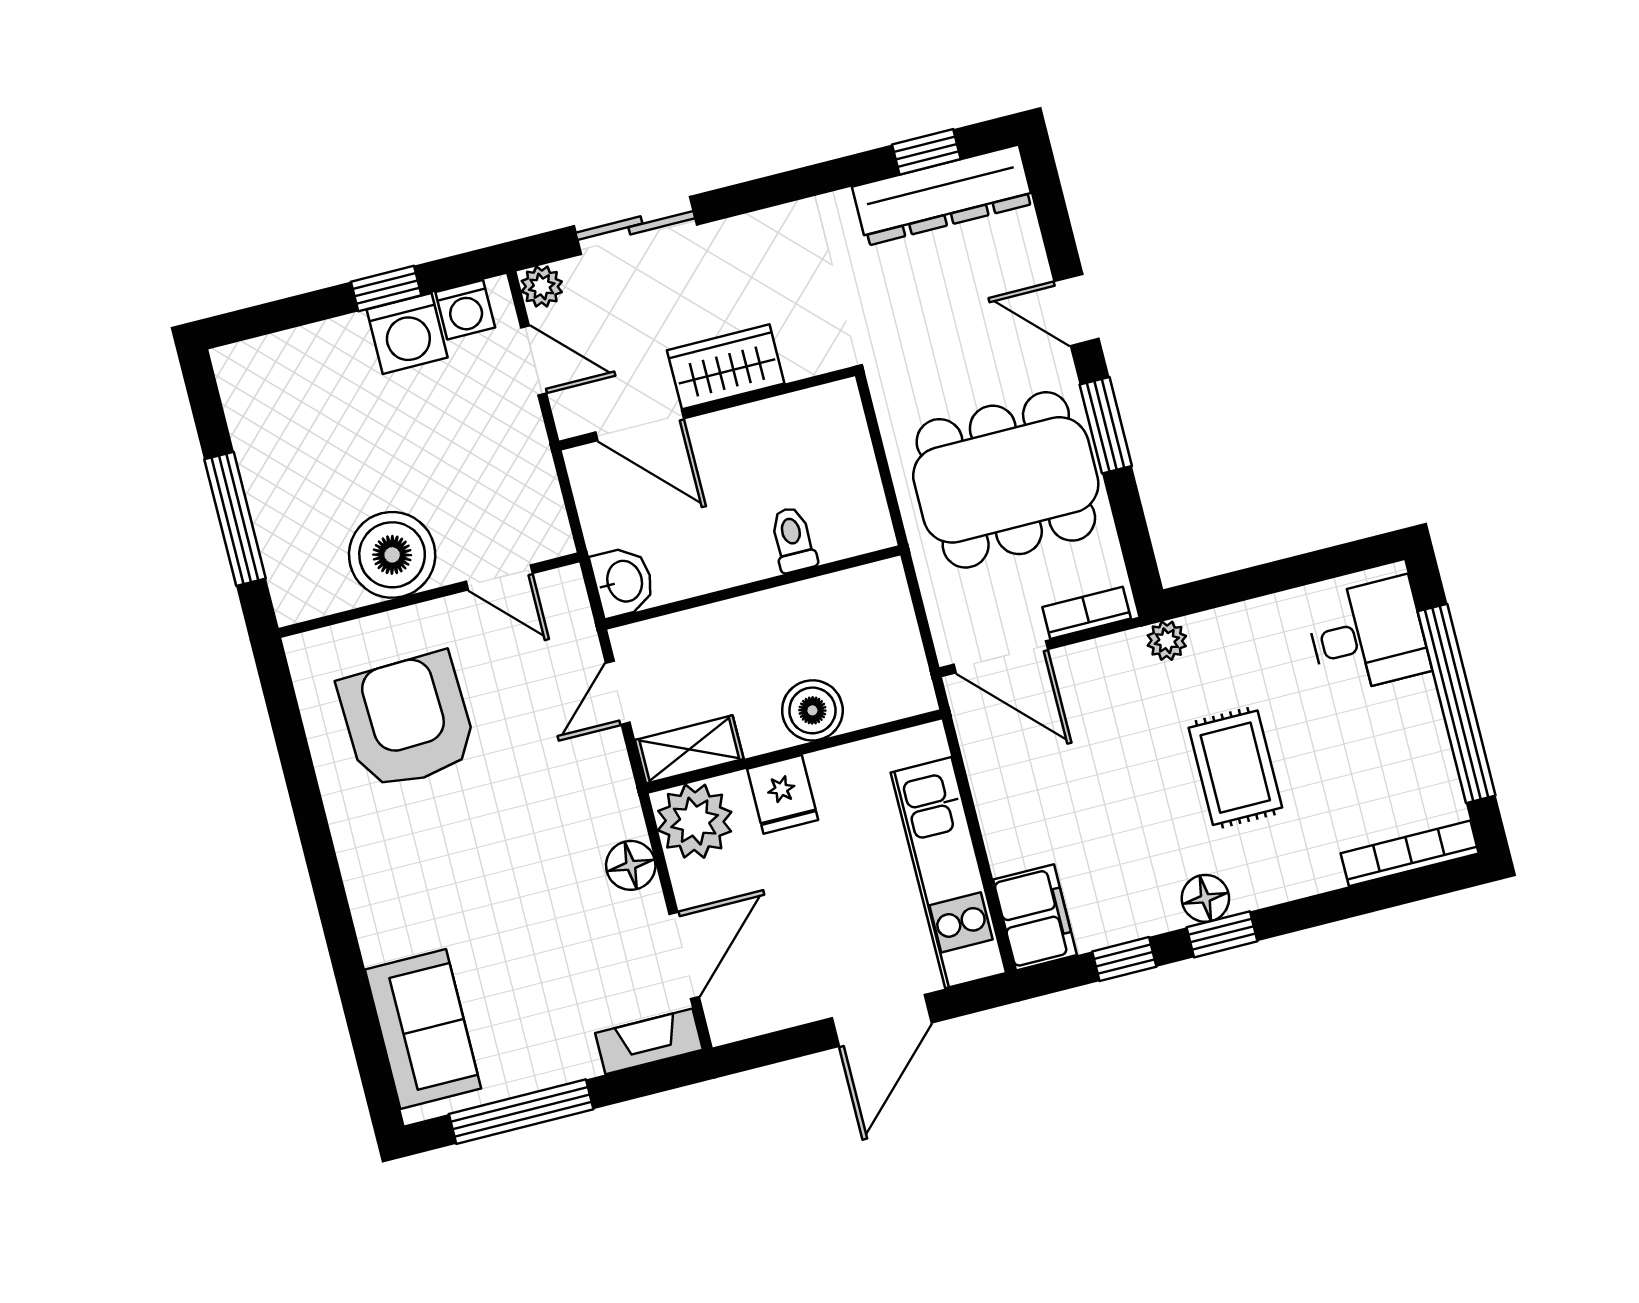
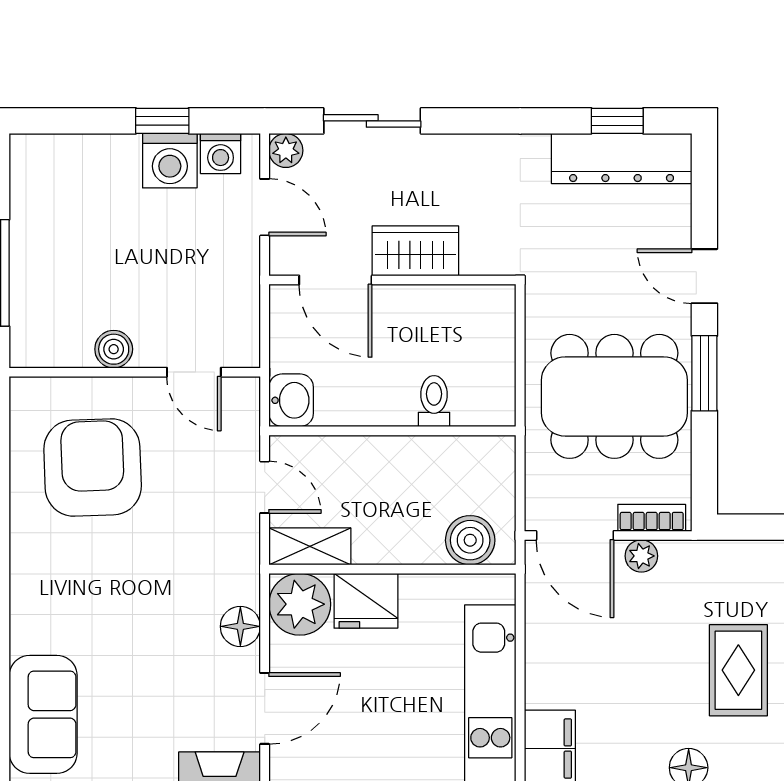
boiler: (392, 555) -> (114, 349), width x0.54, depth x0.54
plant: (1167, 641) -> (641, 556), moved
door: (618, 693) -> (265, 487), swing flipped
boiler: (812, 710) -> (470, 540), moved
fridge: (783, 794) -> (366, 601), width x1.38

